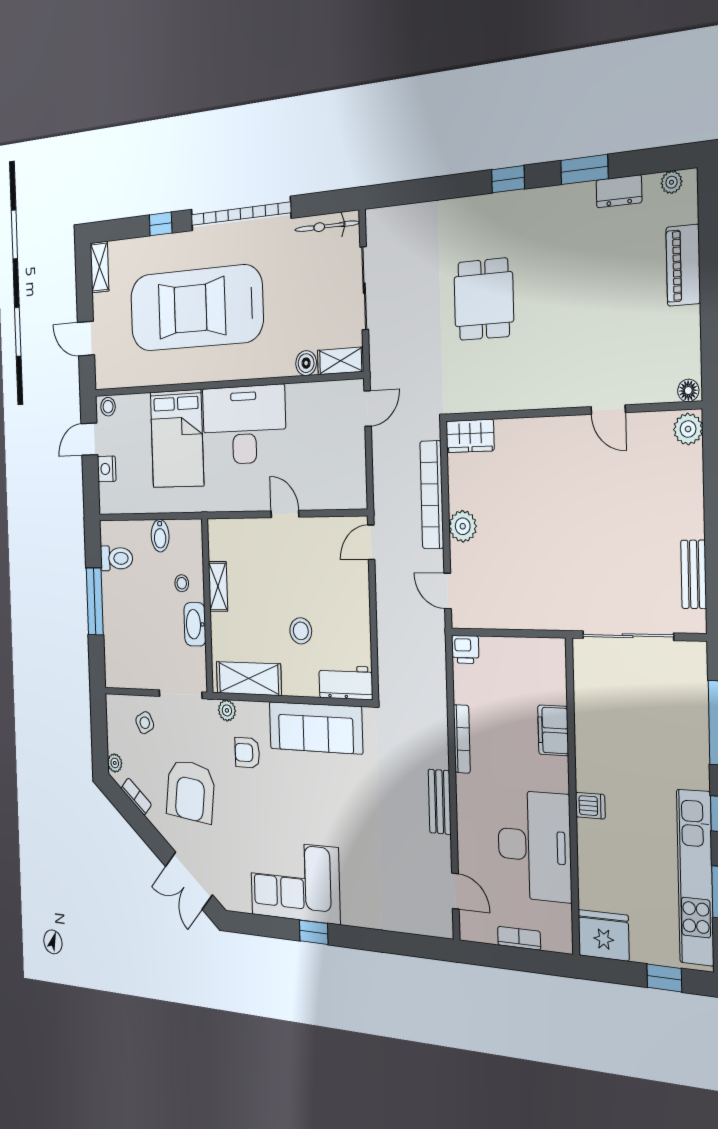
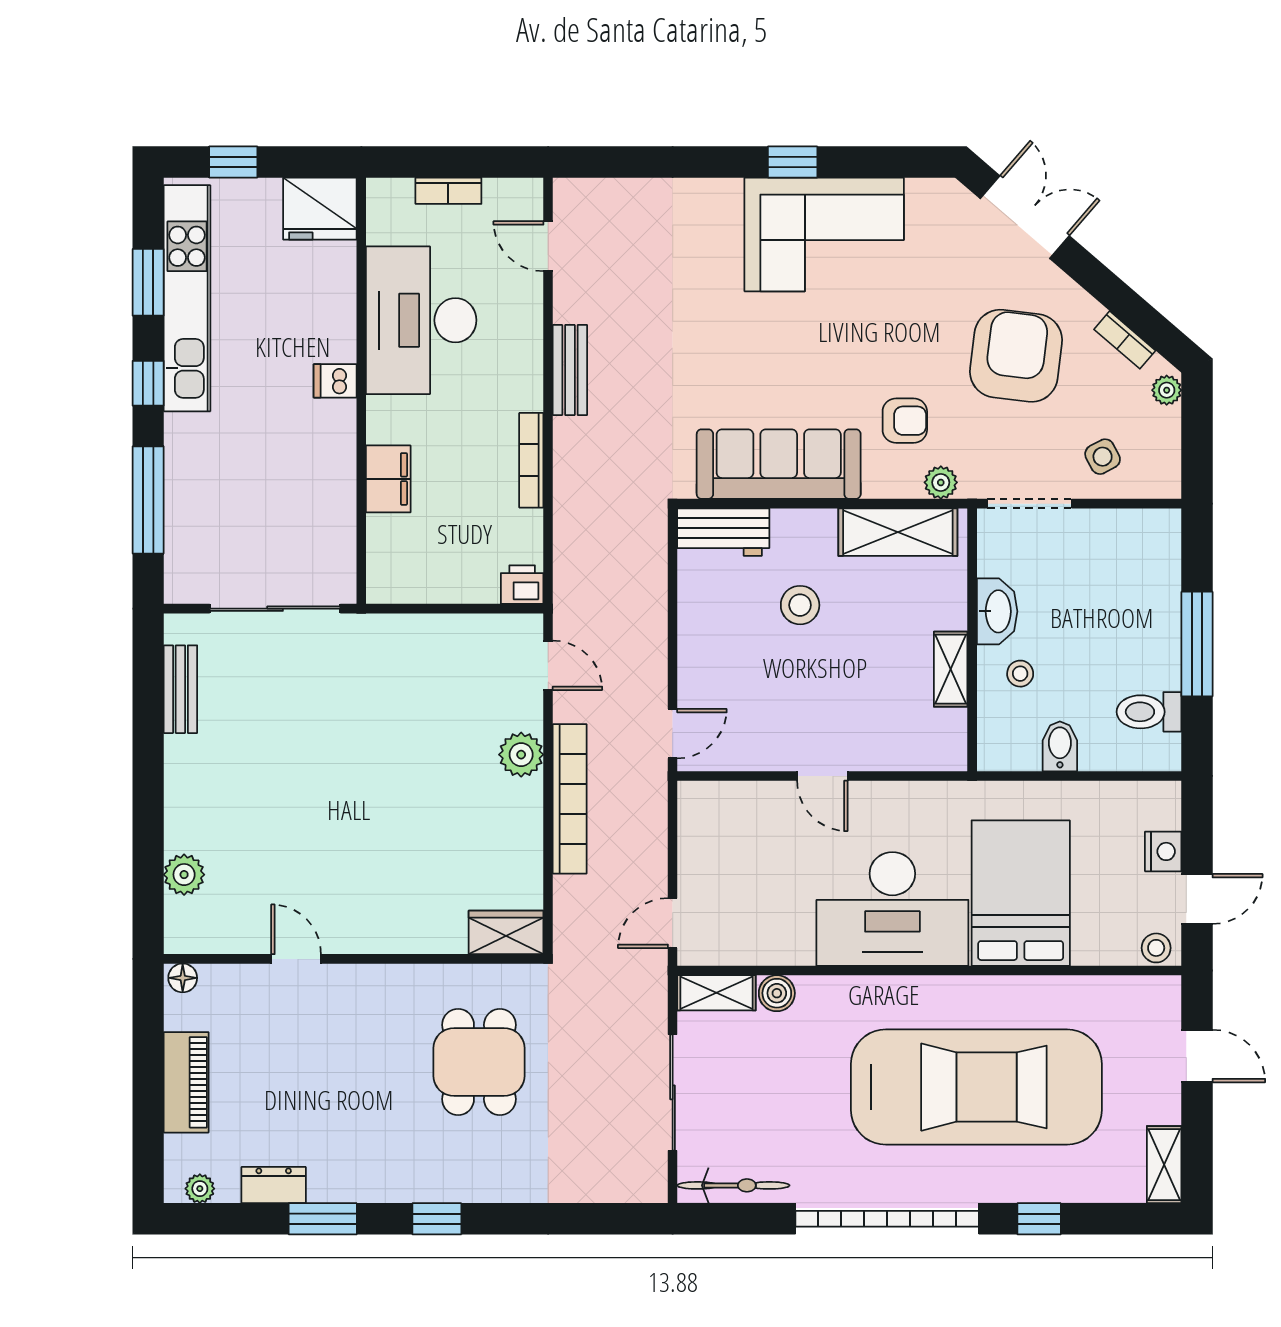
floor lamp: (688, 391) -> (183, 978), moved
door: (608, 410) -> (296, 959), moved
wall: (569, 412) -> (354, 959), moved
wardrobe: (470, 436) -> (506, 932), moved

